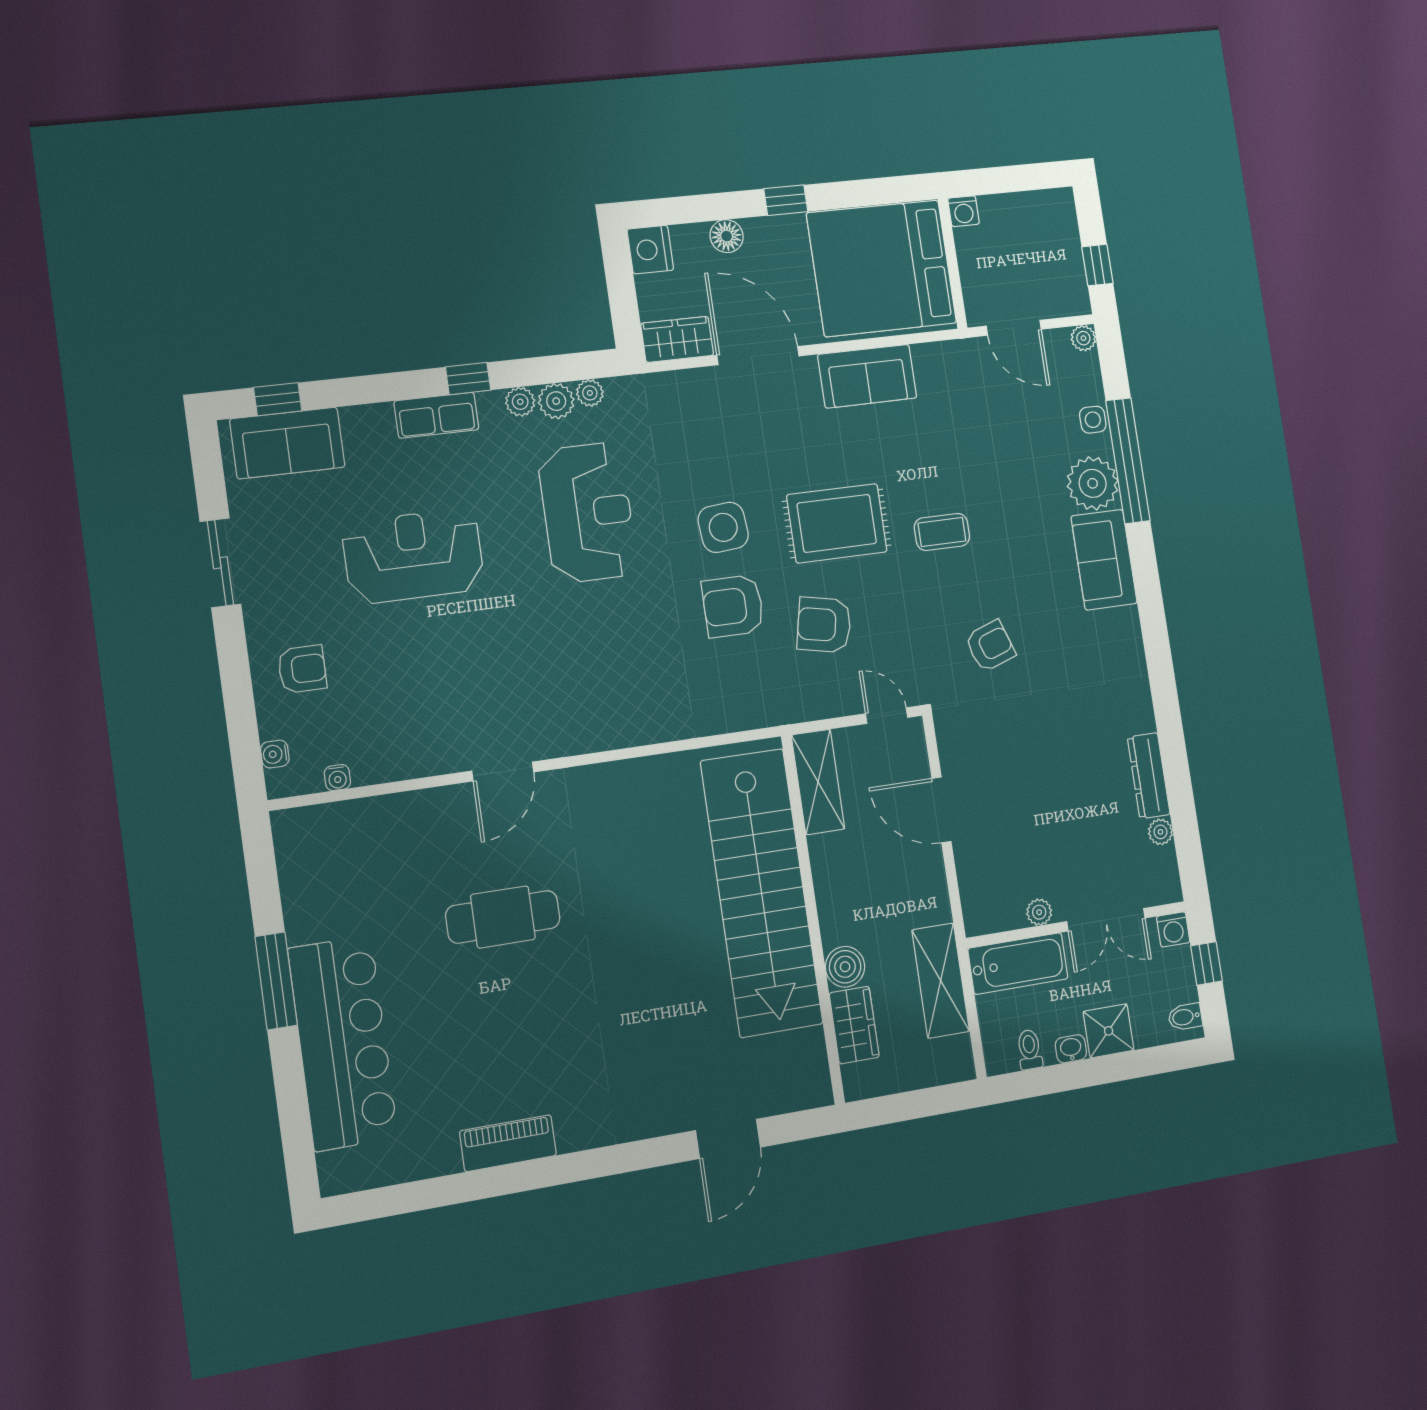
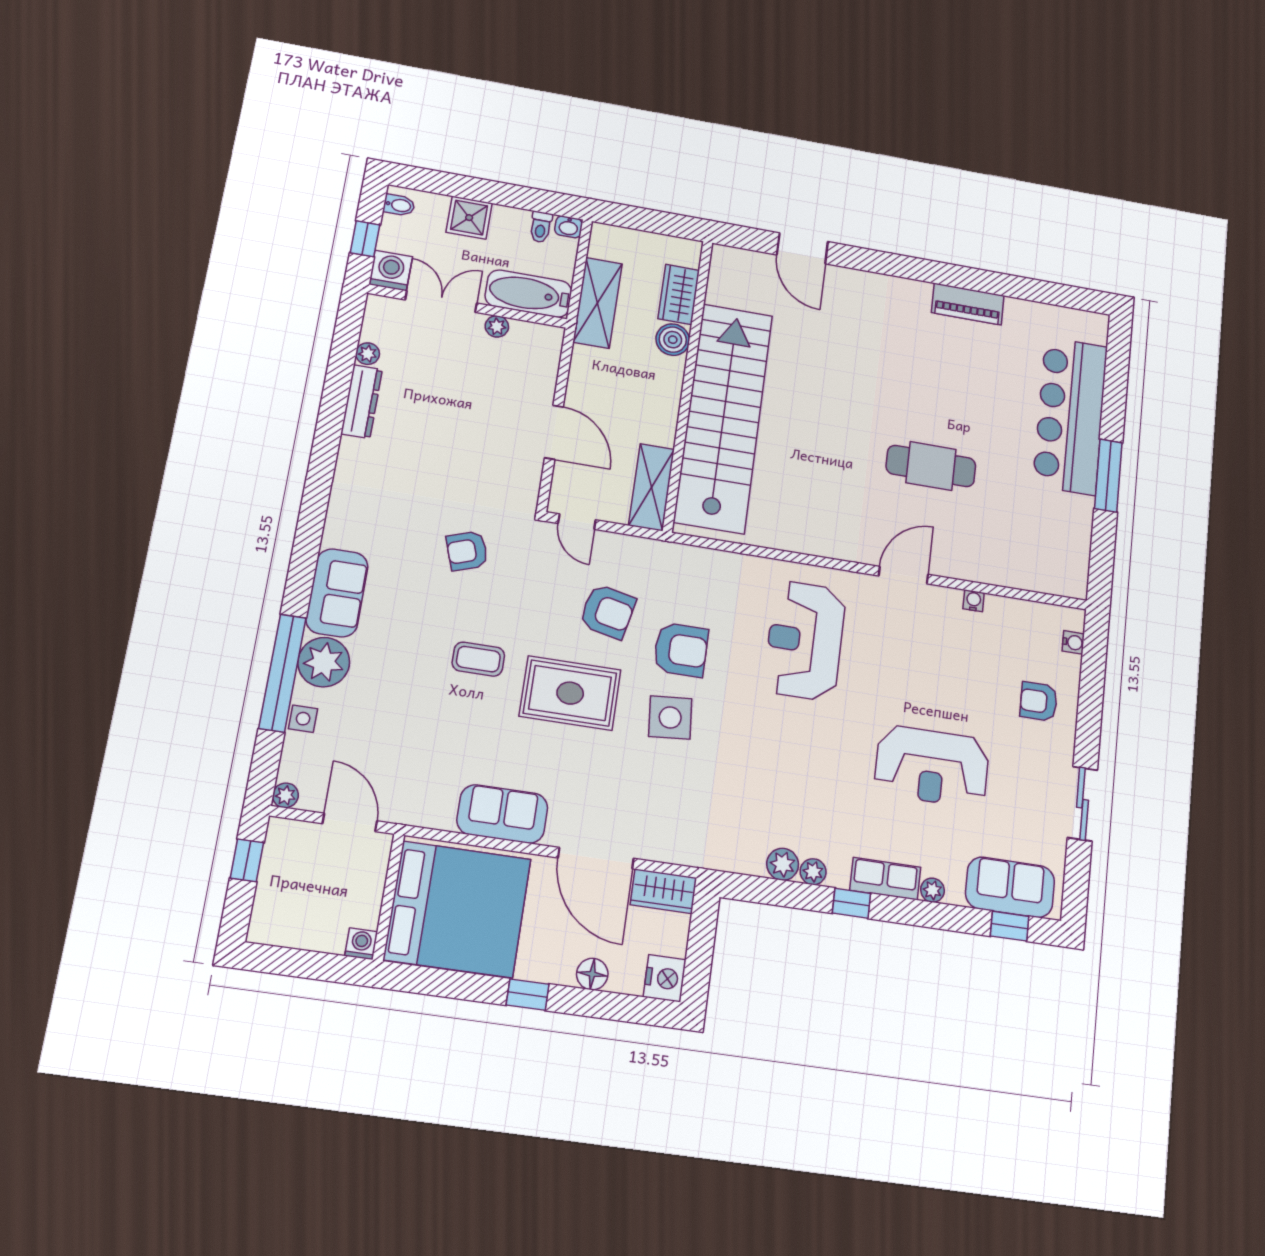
plant: (590, 393) -> (932, 890), moved
reception desk: (588, 513) -> (805, 641), moved
water cooler: (337, 778) -> (974, 601), moved
washing machine: (1173, 929) -> (391, 271), width x1.38, depth x1.38
washbasin: (1071, 1049) -> (569, 227), moved
door: (728, 1139) -> (802, 248), swing flipped

